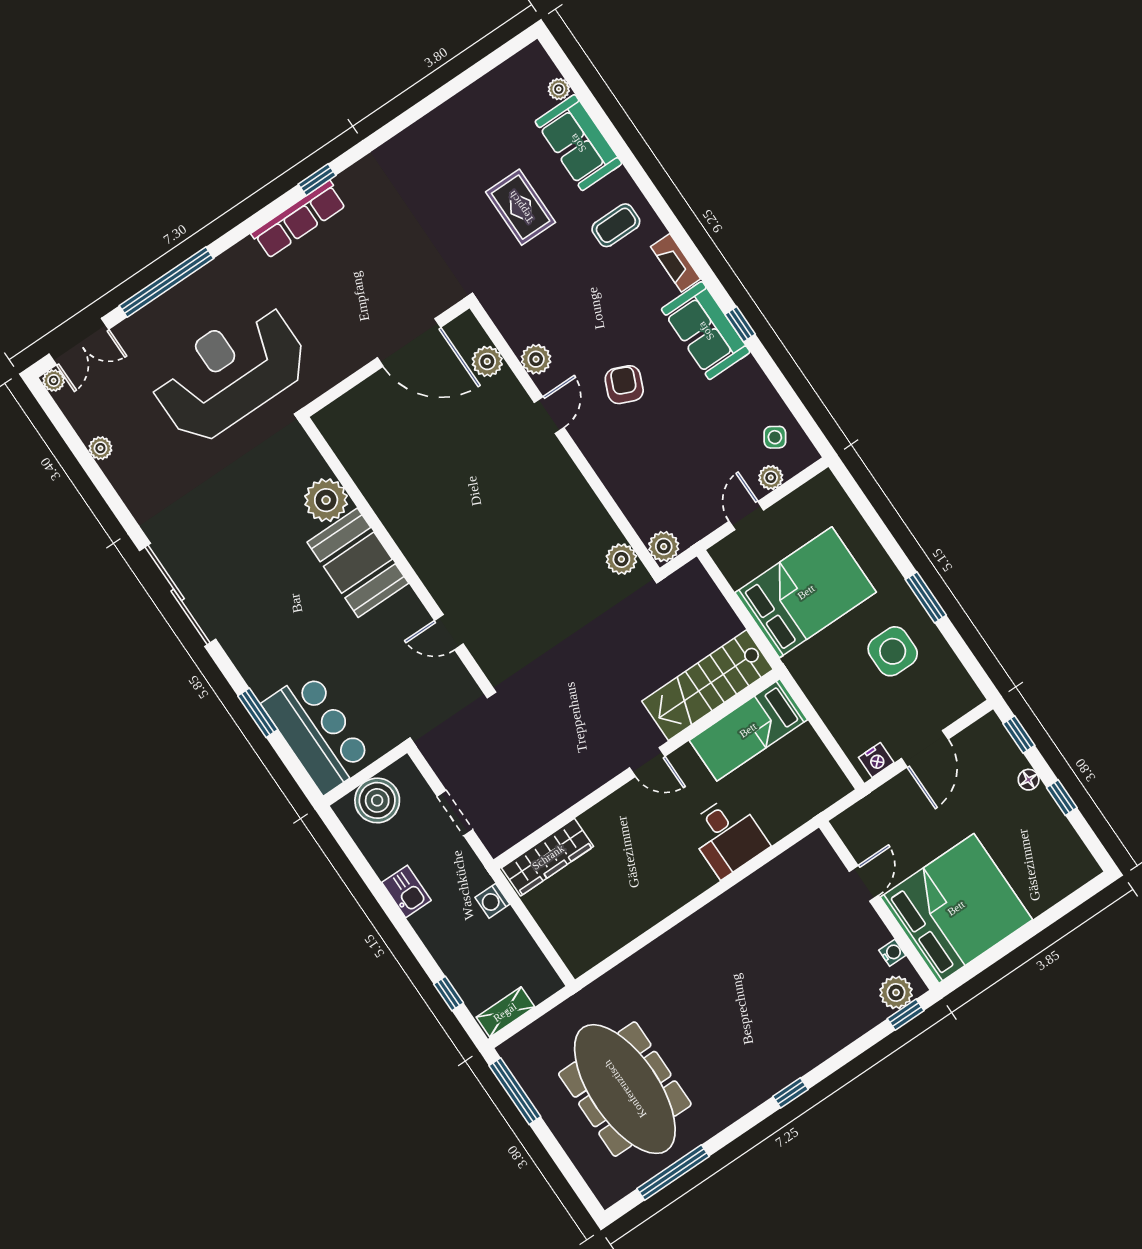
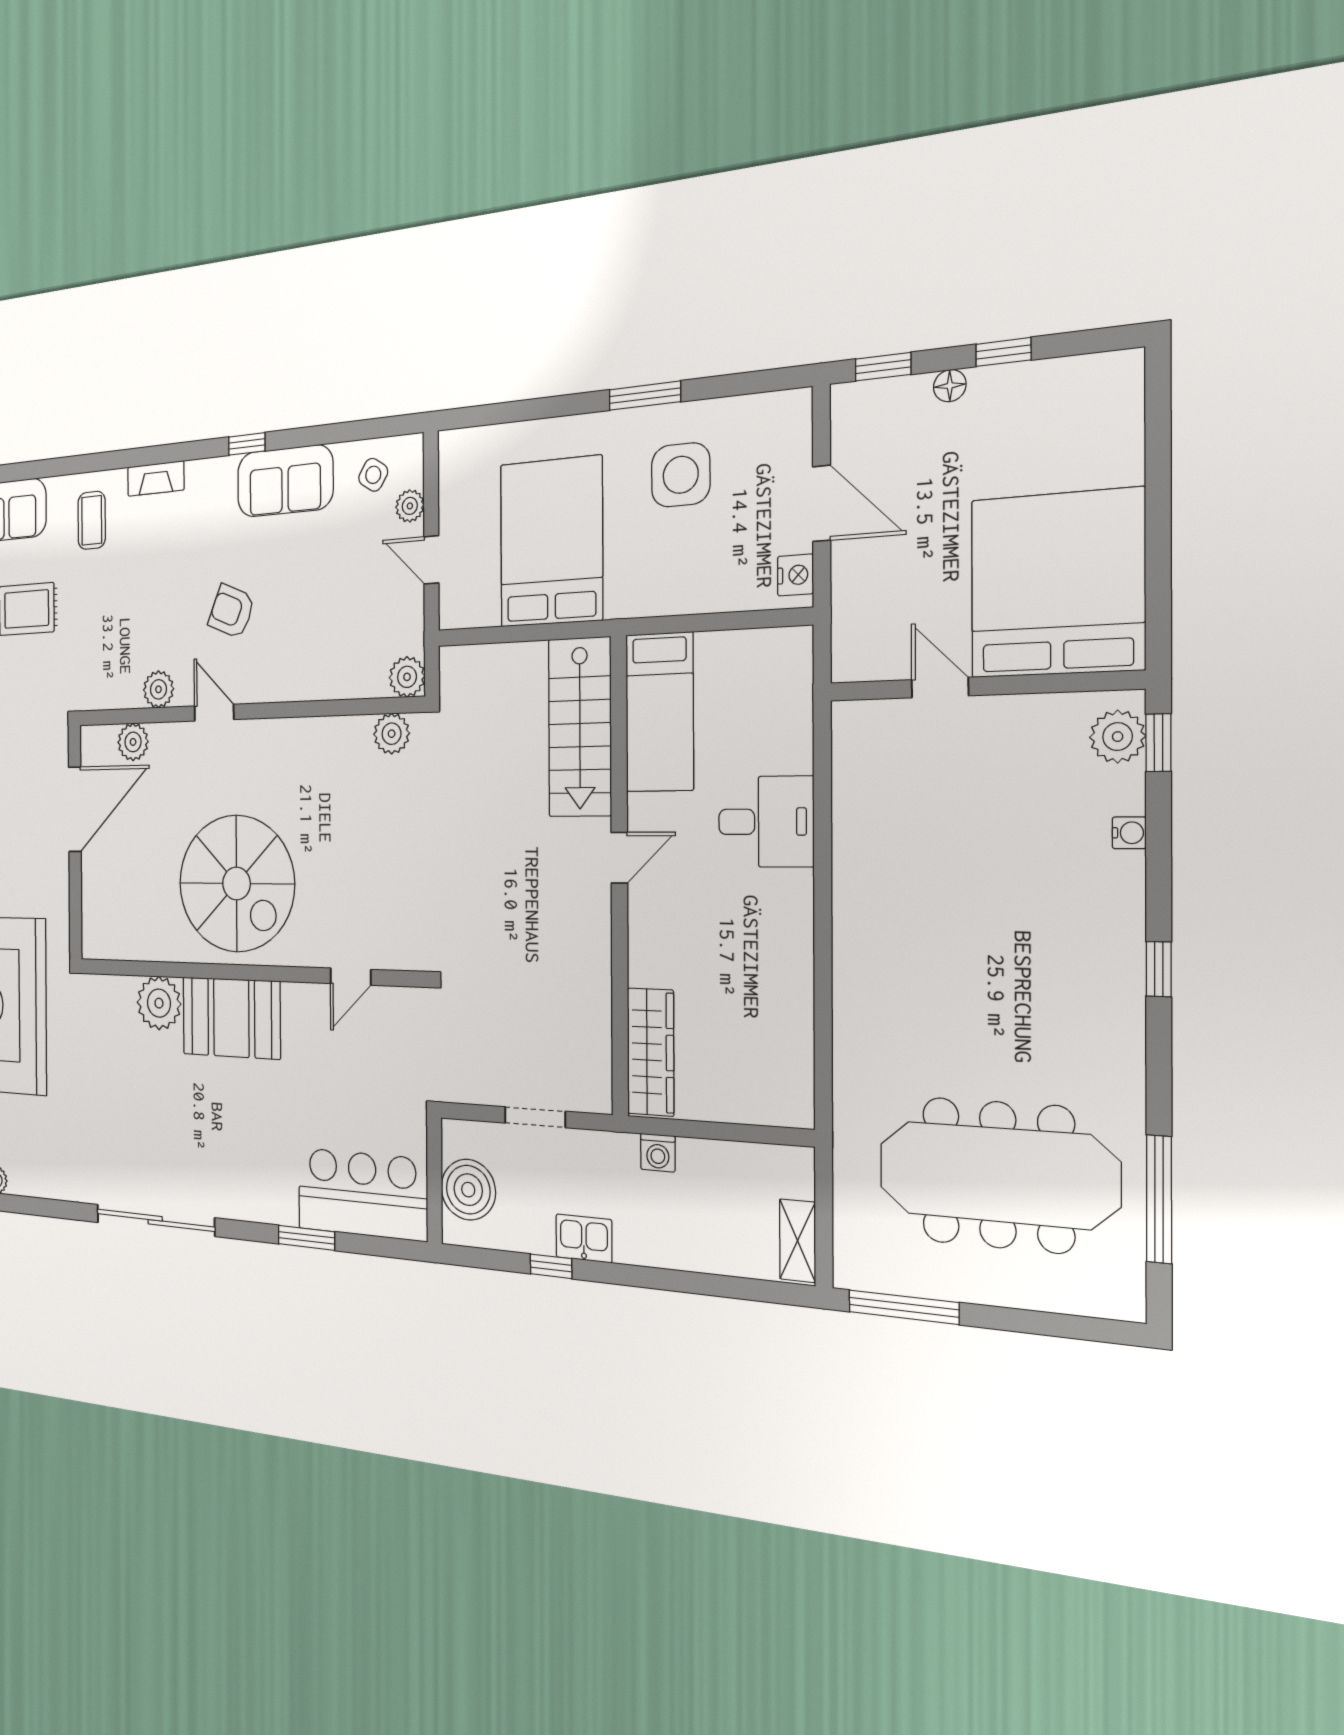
sofa: (706, 331) -> (285, 481), moved
spiral stairs: (449, 508) -> (237, 884), added
water cooler: (892, 953) -> (1129, 833), moved, turned 90
window: (449, 994) -> (551, 1266), moved

